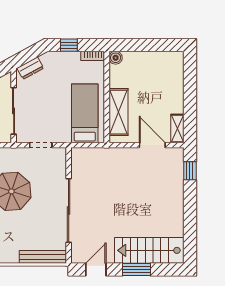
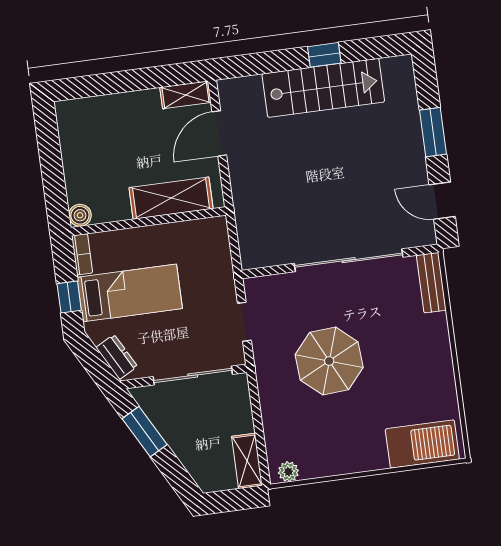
bed: (85, 113) -> (130, 293), moved, turned 180
window: (190, 171) -> (324, 55), moved
stairs: (149, 250) -> (323, 88), moved, turned -90
bench: (43, 257) -> (431, 283), width x0.73

